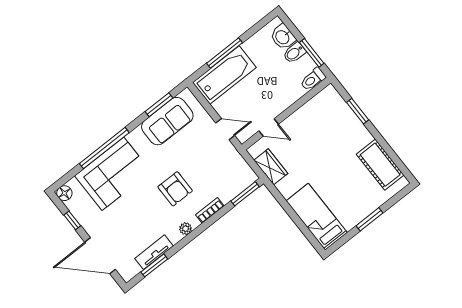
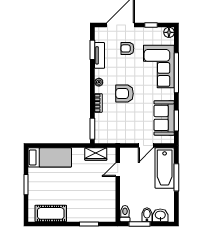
door: (225, 129) -> (146, 146), moved
armchair: (121, 226) -> (127, 48), added

